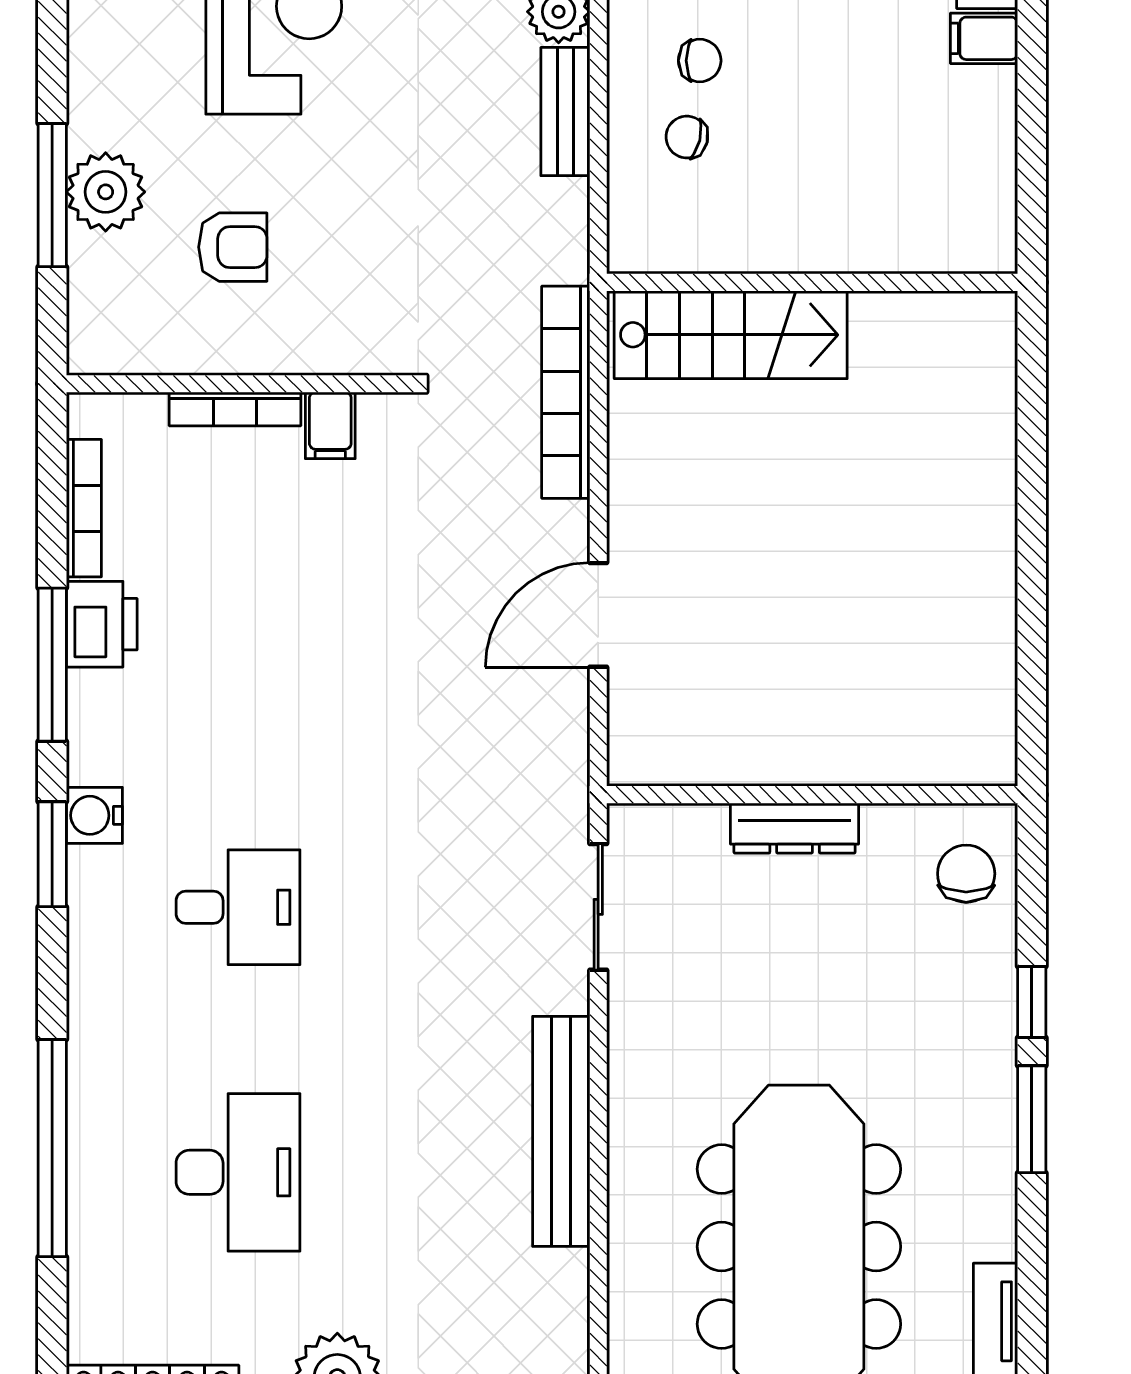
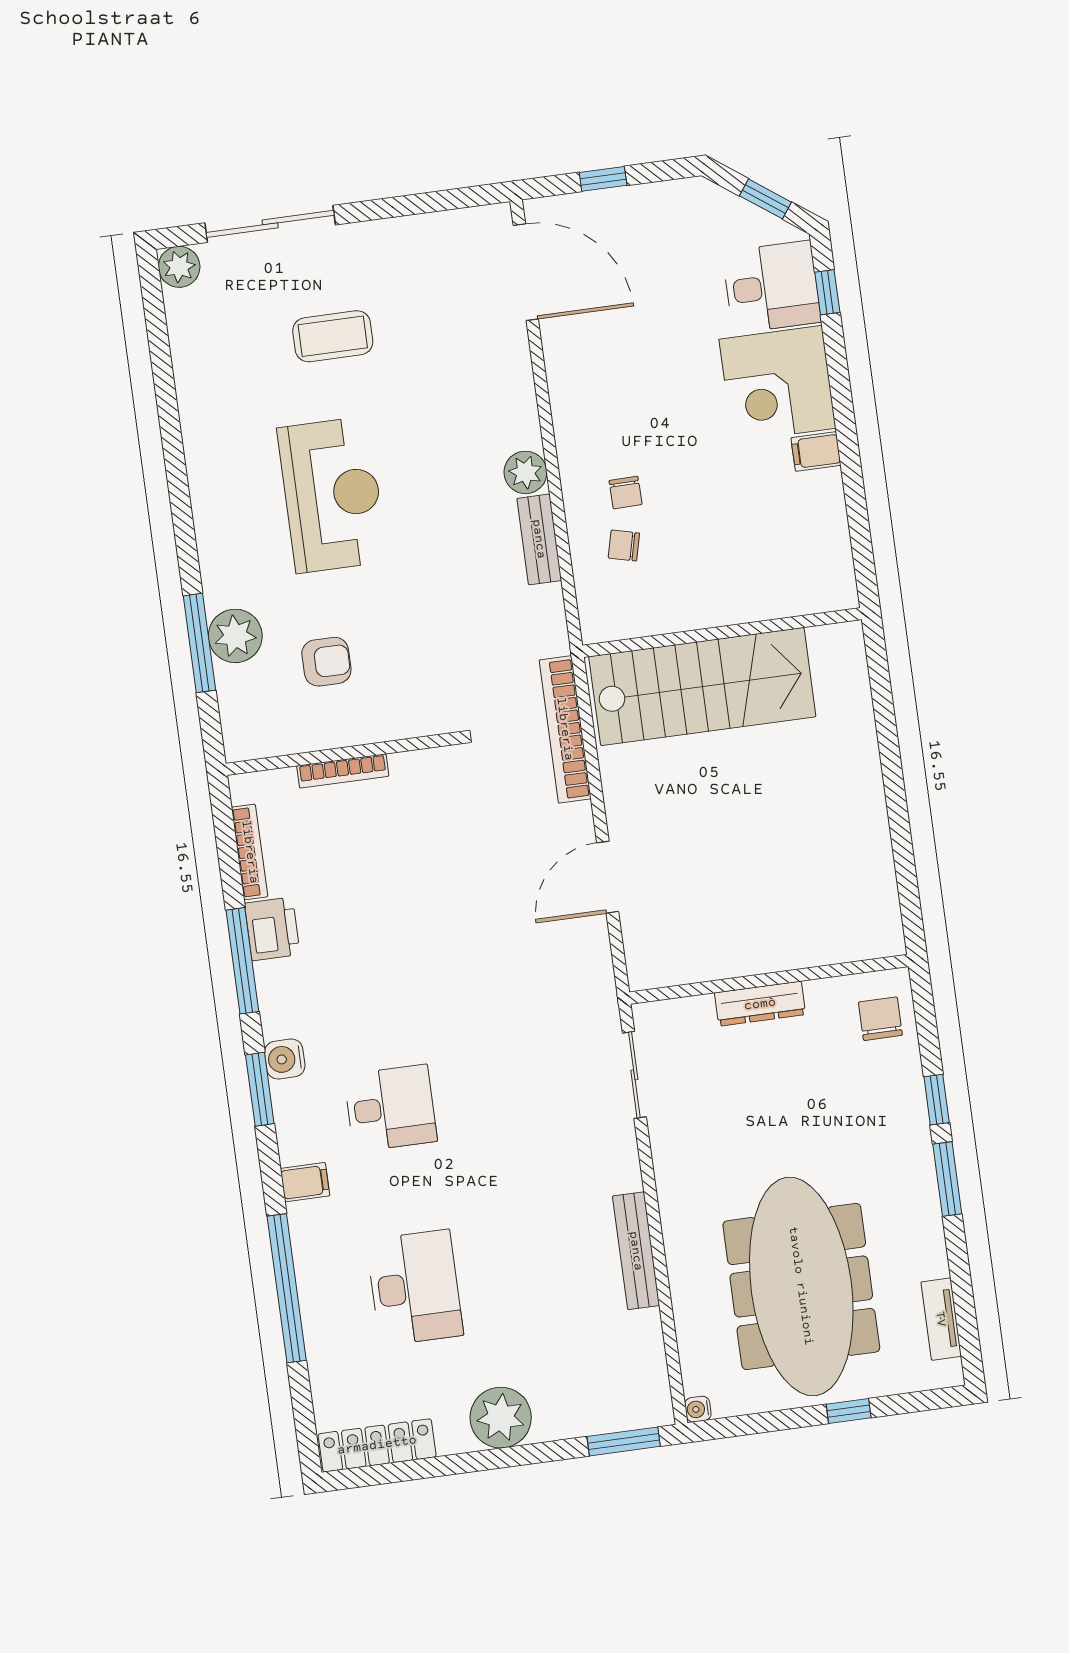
chair: (700, 61) -> (626, 493), turned 89
stairs: (731, 335) -> (702, 687), width x1.36, depth x1.51
filing cabinet: (330, 425) -> (305, 1182), moved, turned -90
bench: (561, 1131) -> (636, 1251), width x0.73, depth x0.82

